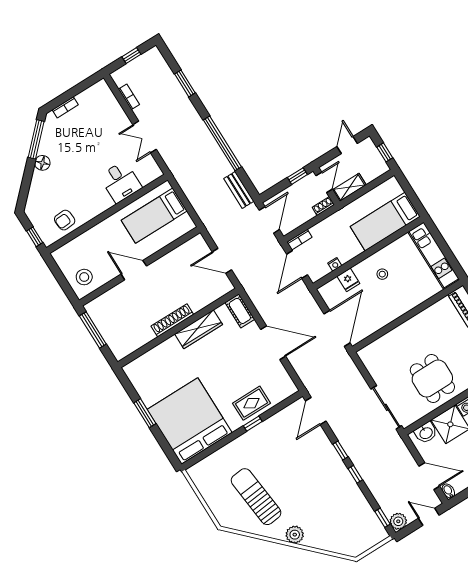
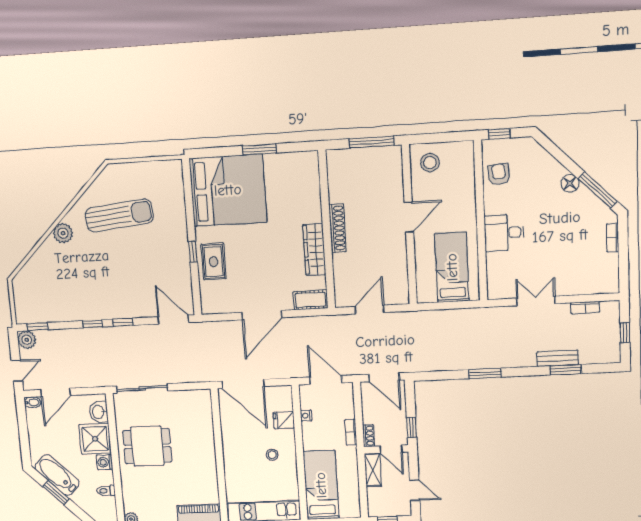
window: (222, 143) -> (485, 373), width x0.47
desk: (121, 182) -> (504, 233), moved
bench: (239, 190) -> (558, 358), moved
bookcase: (299, 240) -> (351, 432), moved

